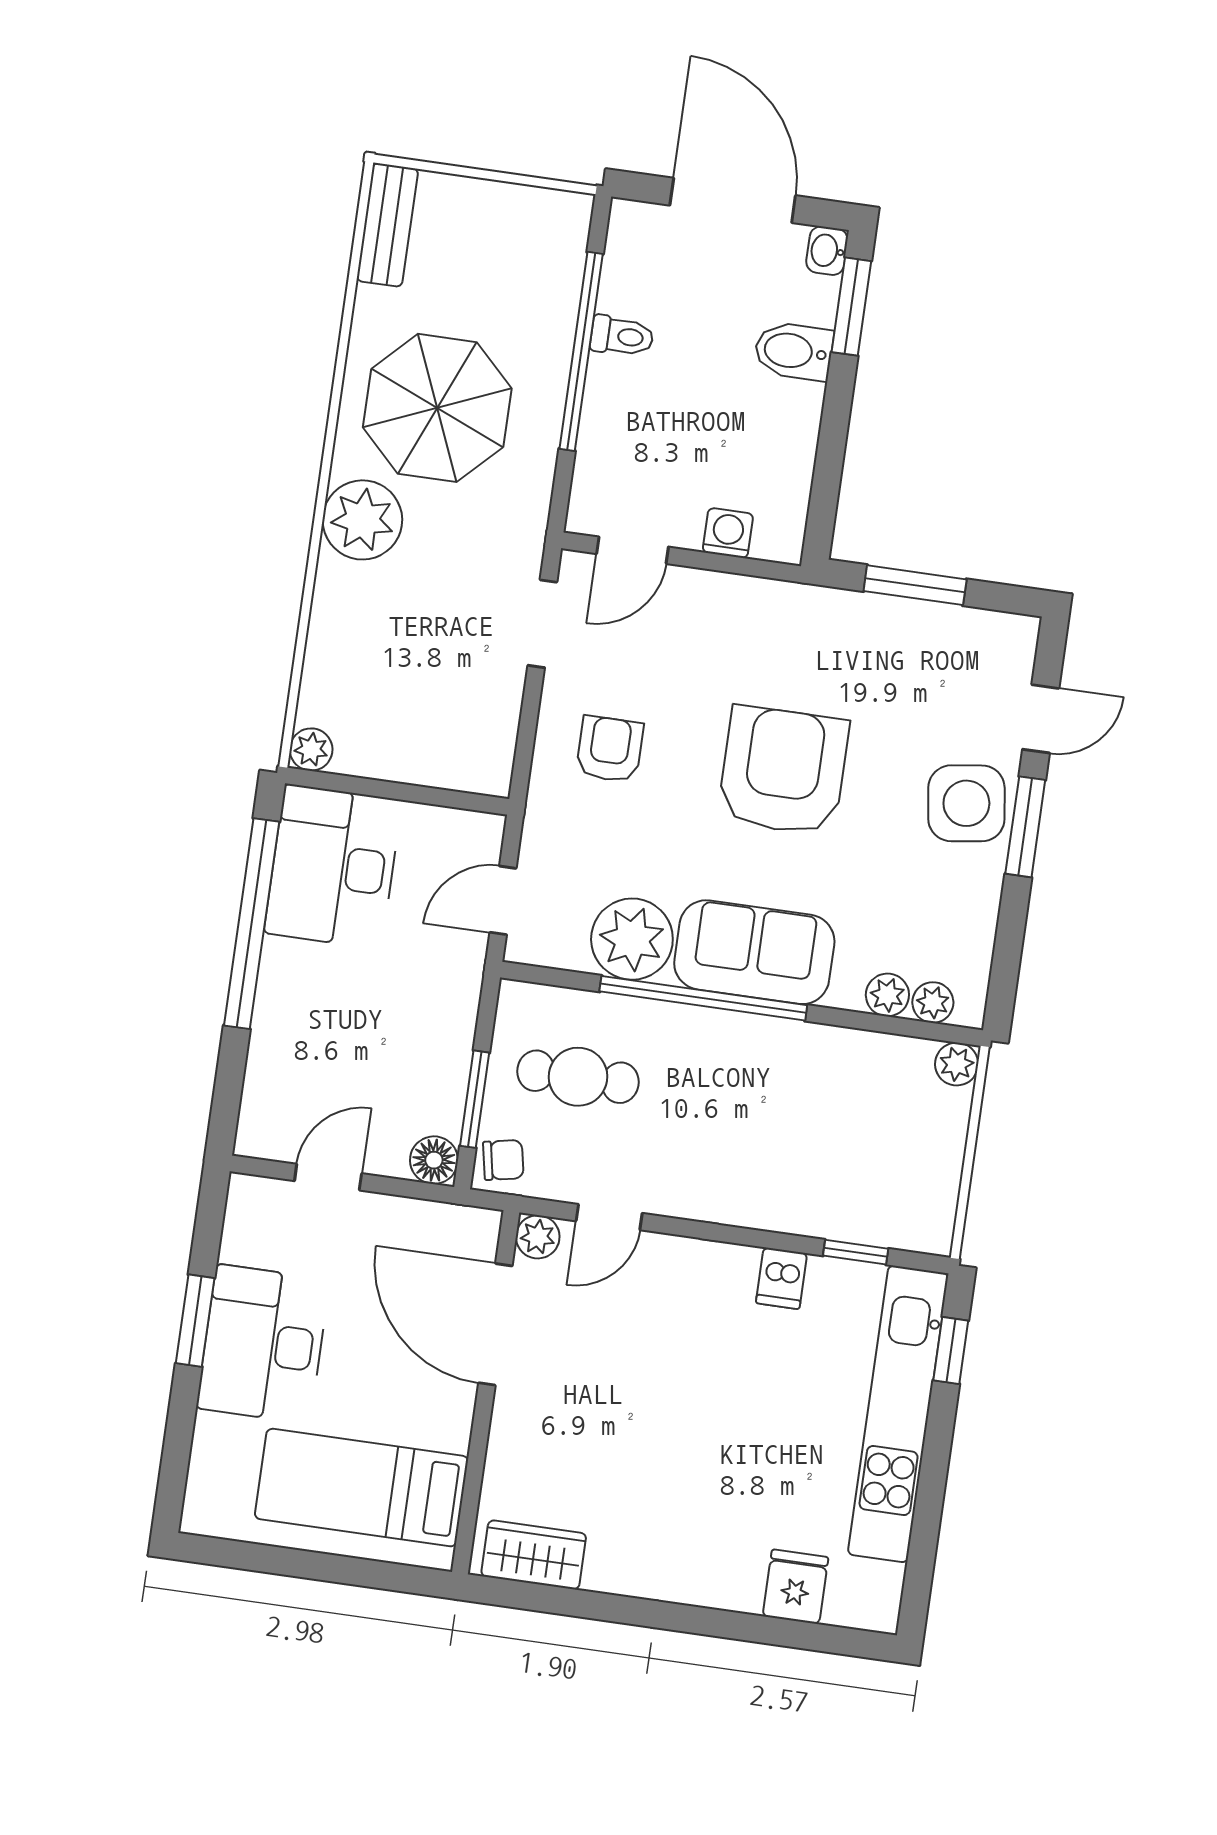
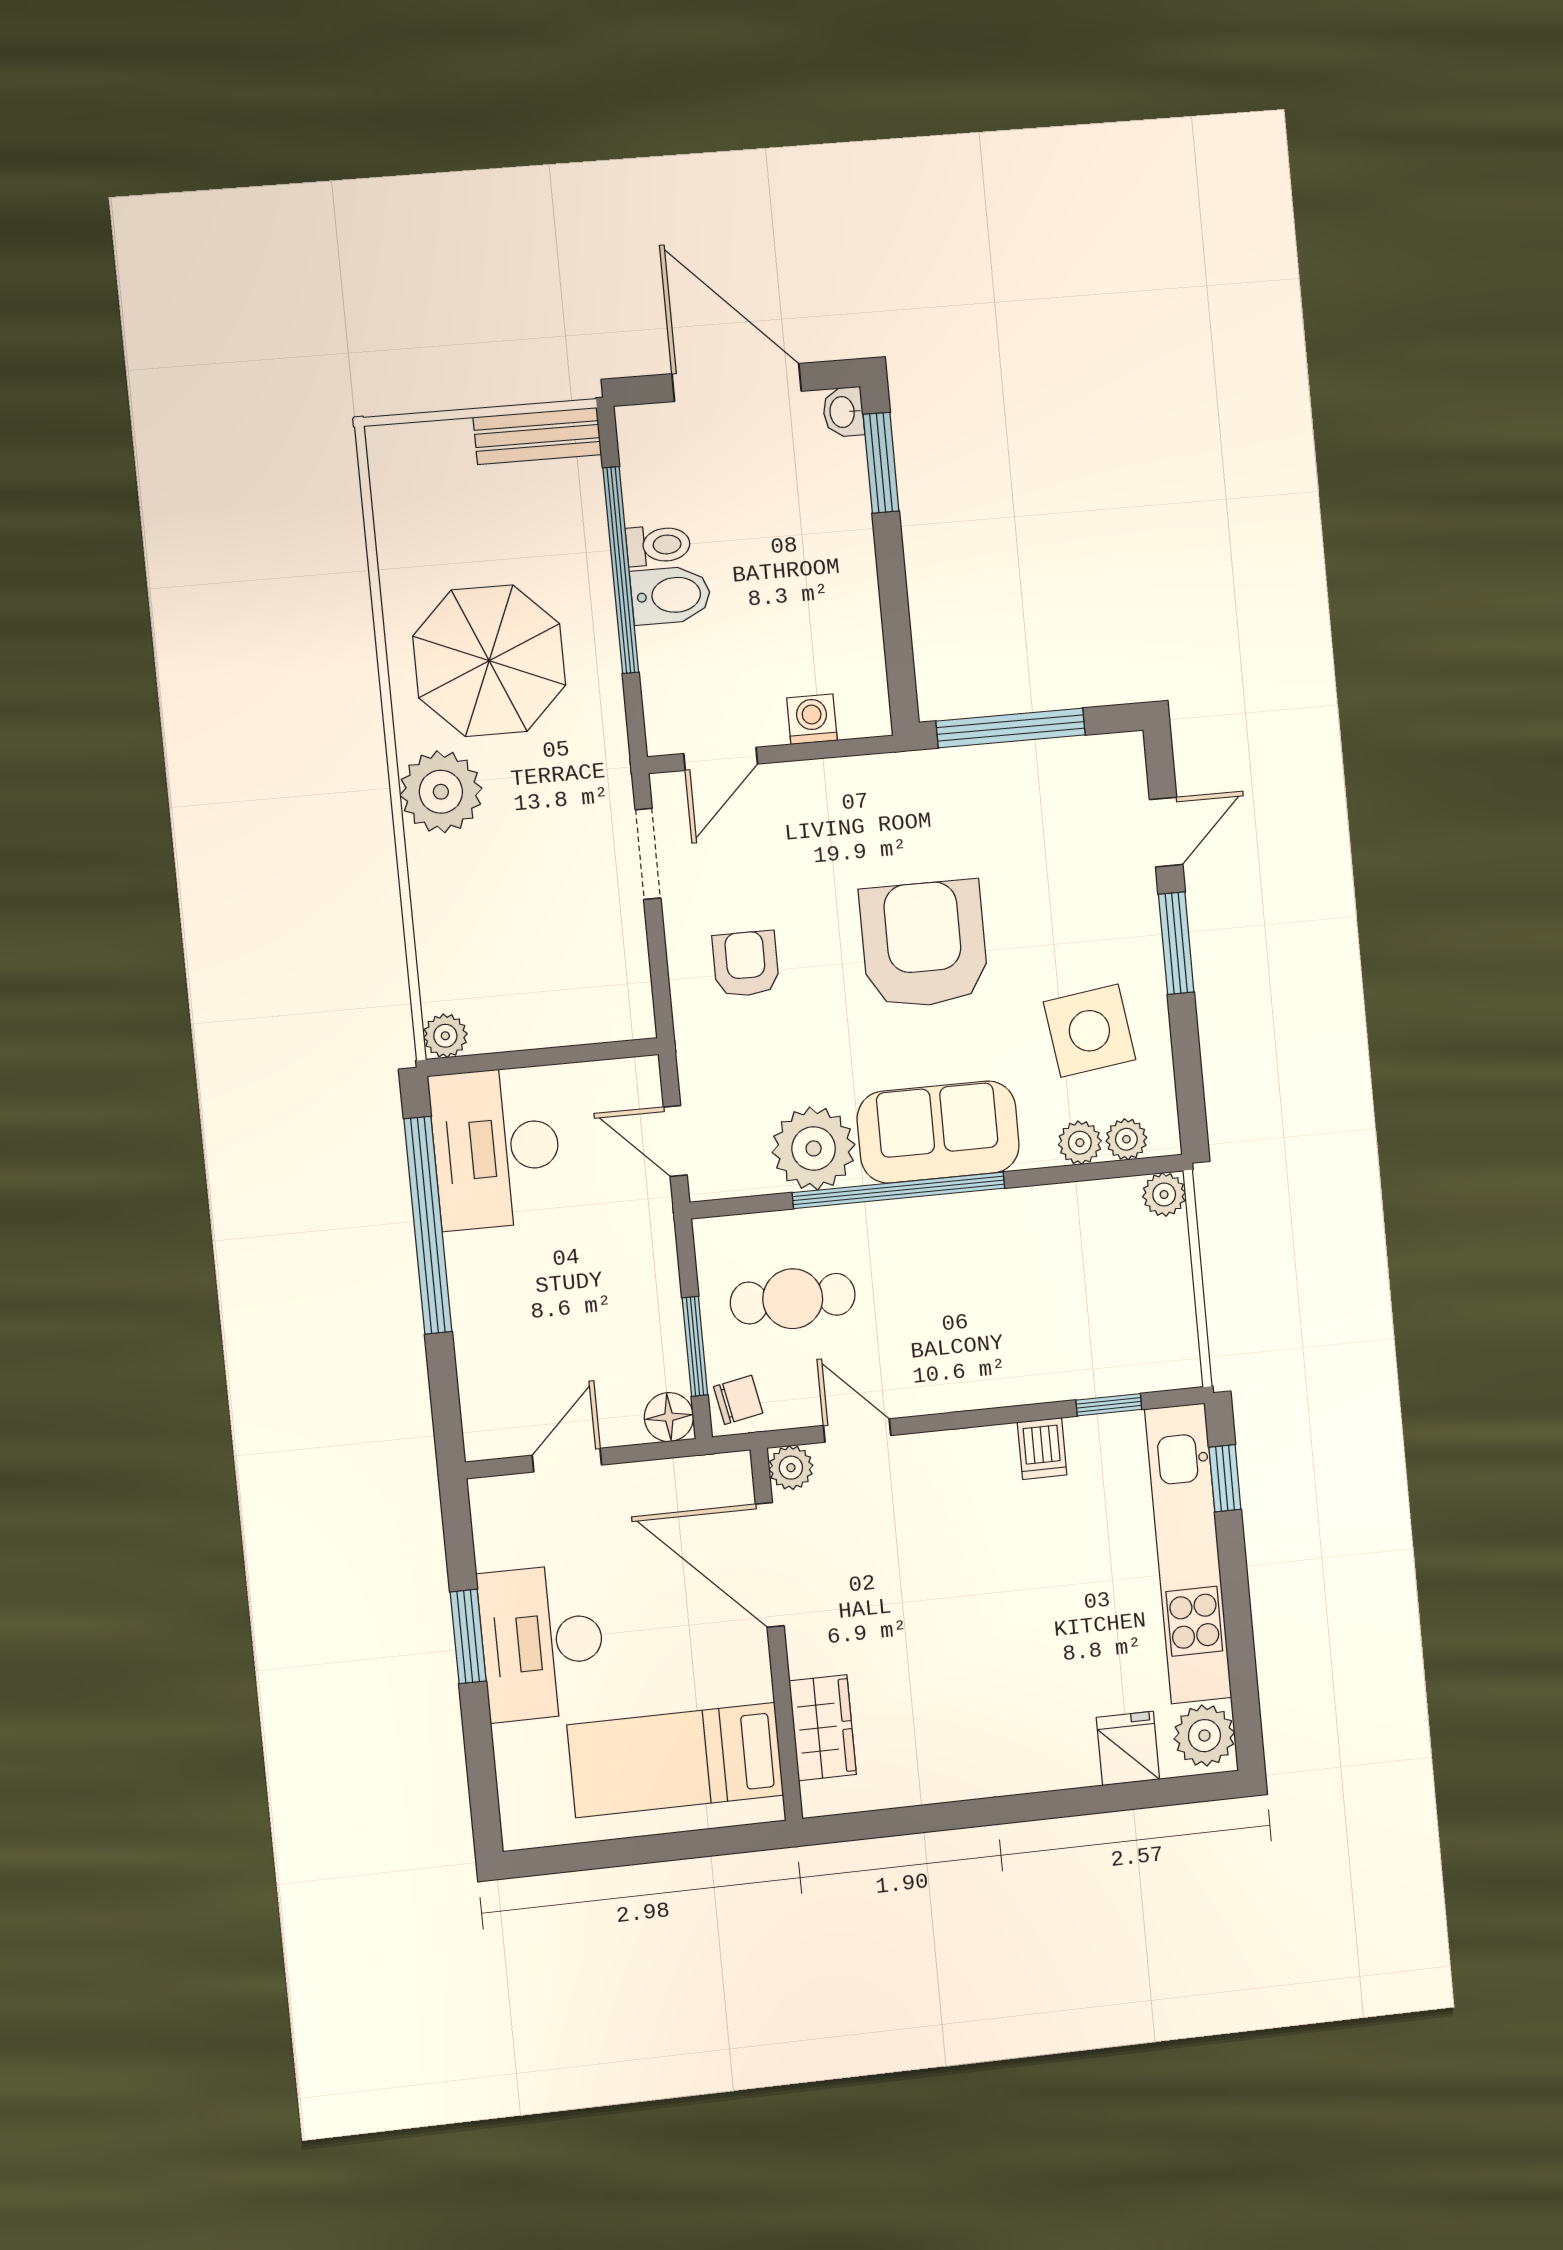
bench: (387, 225) -> (537, 436), moved, turned 90
bidet: (794, 351) -> (671, 595), moved, turned 180
window: (915, 585) -> (1011, 728), width x1.44
side table: (966, 803) -> (1089, 1031), moved
door: (503, 900) -> (675, 1141), hinge flipped
door: (609, 1217) -> (857, 1431), swing flipped
wardrobe: (534, 1555) -> (823, 1728), moved, turned 90
plant: (872, 1593) -> (1204, 1736), added

